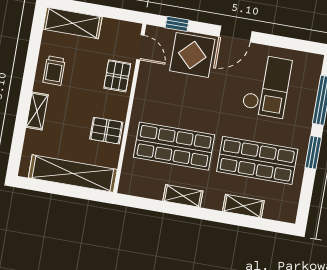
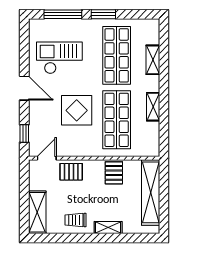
display table: (192, 55) -> (77, 110), moved
trolley: (54, 71) -> (75, 220), turned 180

